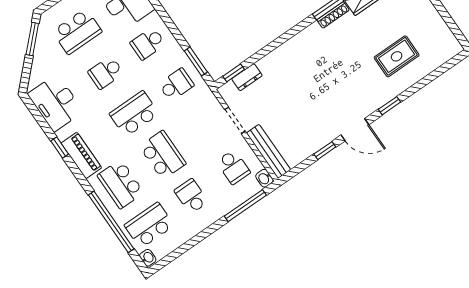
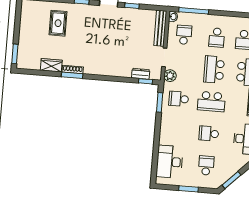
school desk: (77, 31) -> (206, 166), width x0.54
school desk: (148, 43) -> (176, 131), removed
rug: (397, 56) -> (58, 23), turned 90
school desk: (106, 73) -> (209, 134), turned 180
plant: (210, 104) -> (170, 76), added

